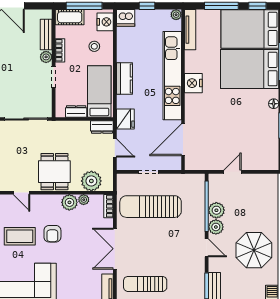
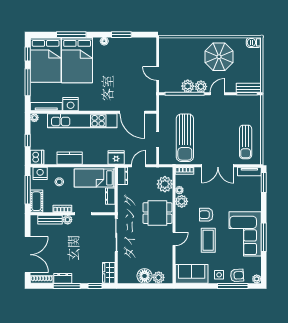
kitchen counter: (124, 78) -> (70, 158), moved
nightstand: (193, 83) -> (71, 104), moved
armchair: (52, 234) -> (206, 215), turned 180

